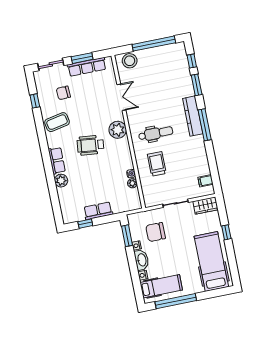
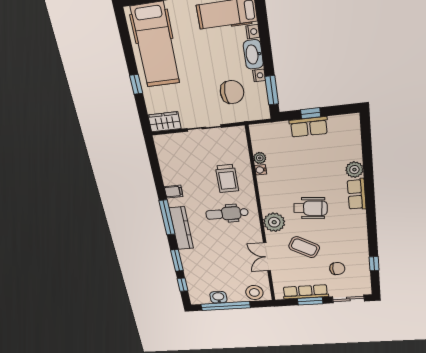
washbasin: (160, 52) -> (218, 297), added
coffee table: (57, 122) -> (304, 247), moved, turned 41
filing cabinet: (205, 181) -> (174, 192), moved
window: (85, 224) -> (311, 113), moved

